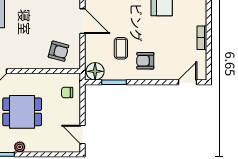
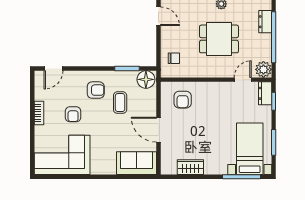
armchair: (168, 37) -> (73, 114), added
armchair: (58, 51) -> (183, 100), turned -105

